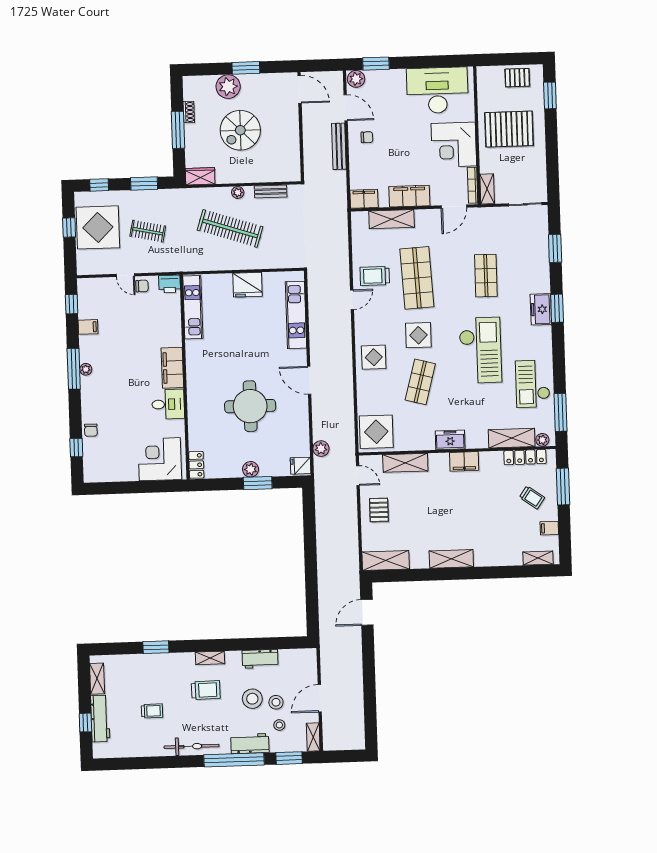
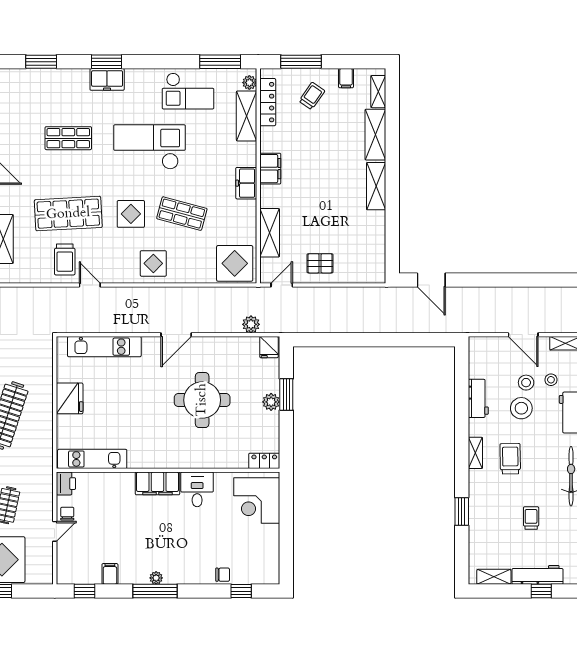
shelving: (386, 560) -> (375, 135), moved

